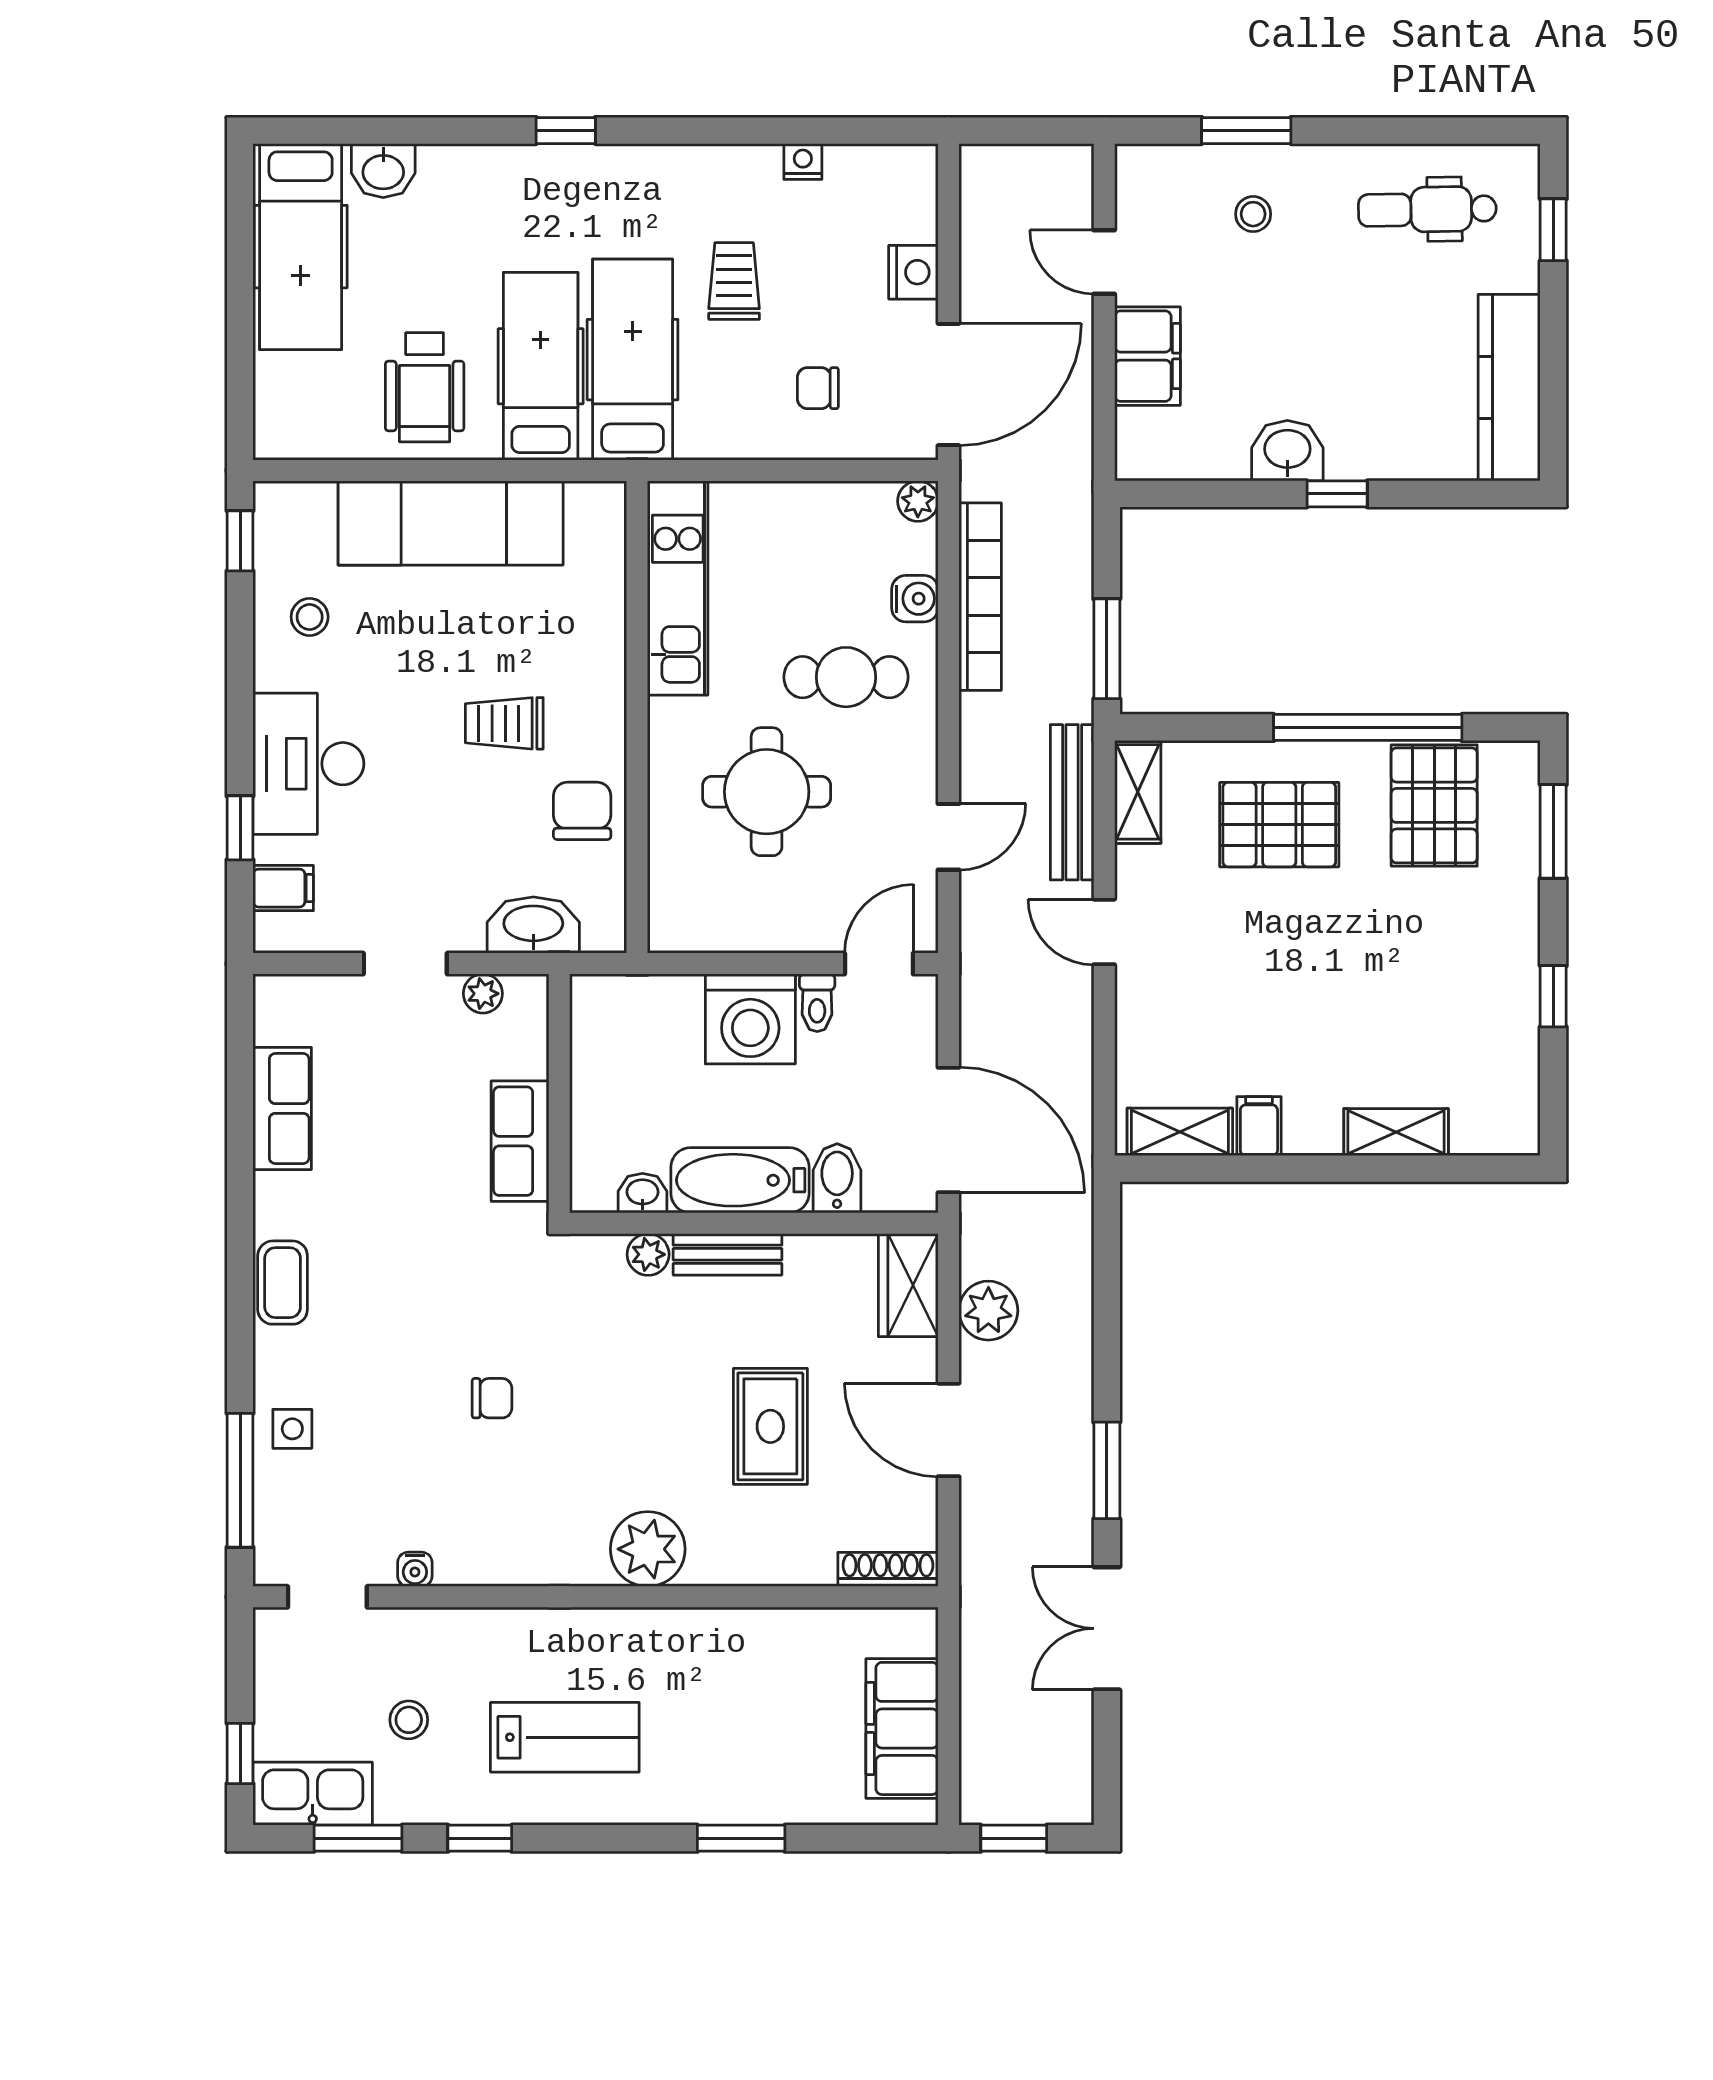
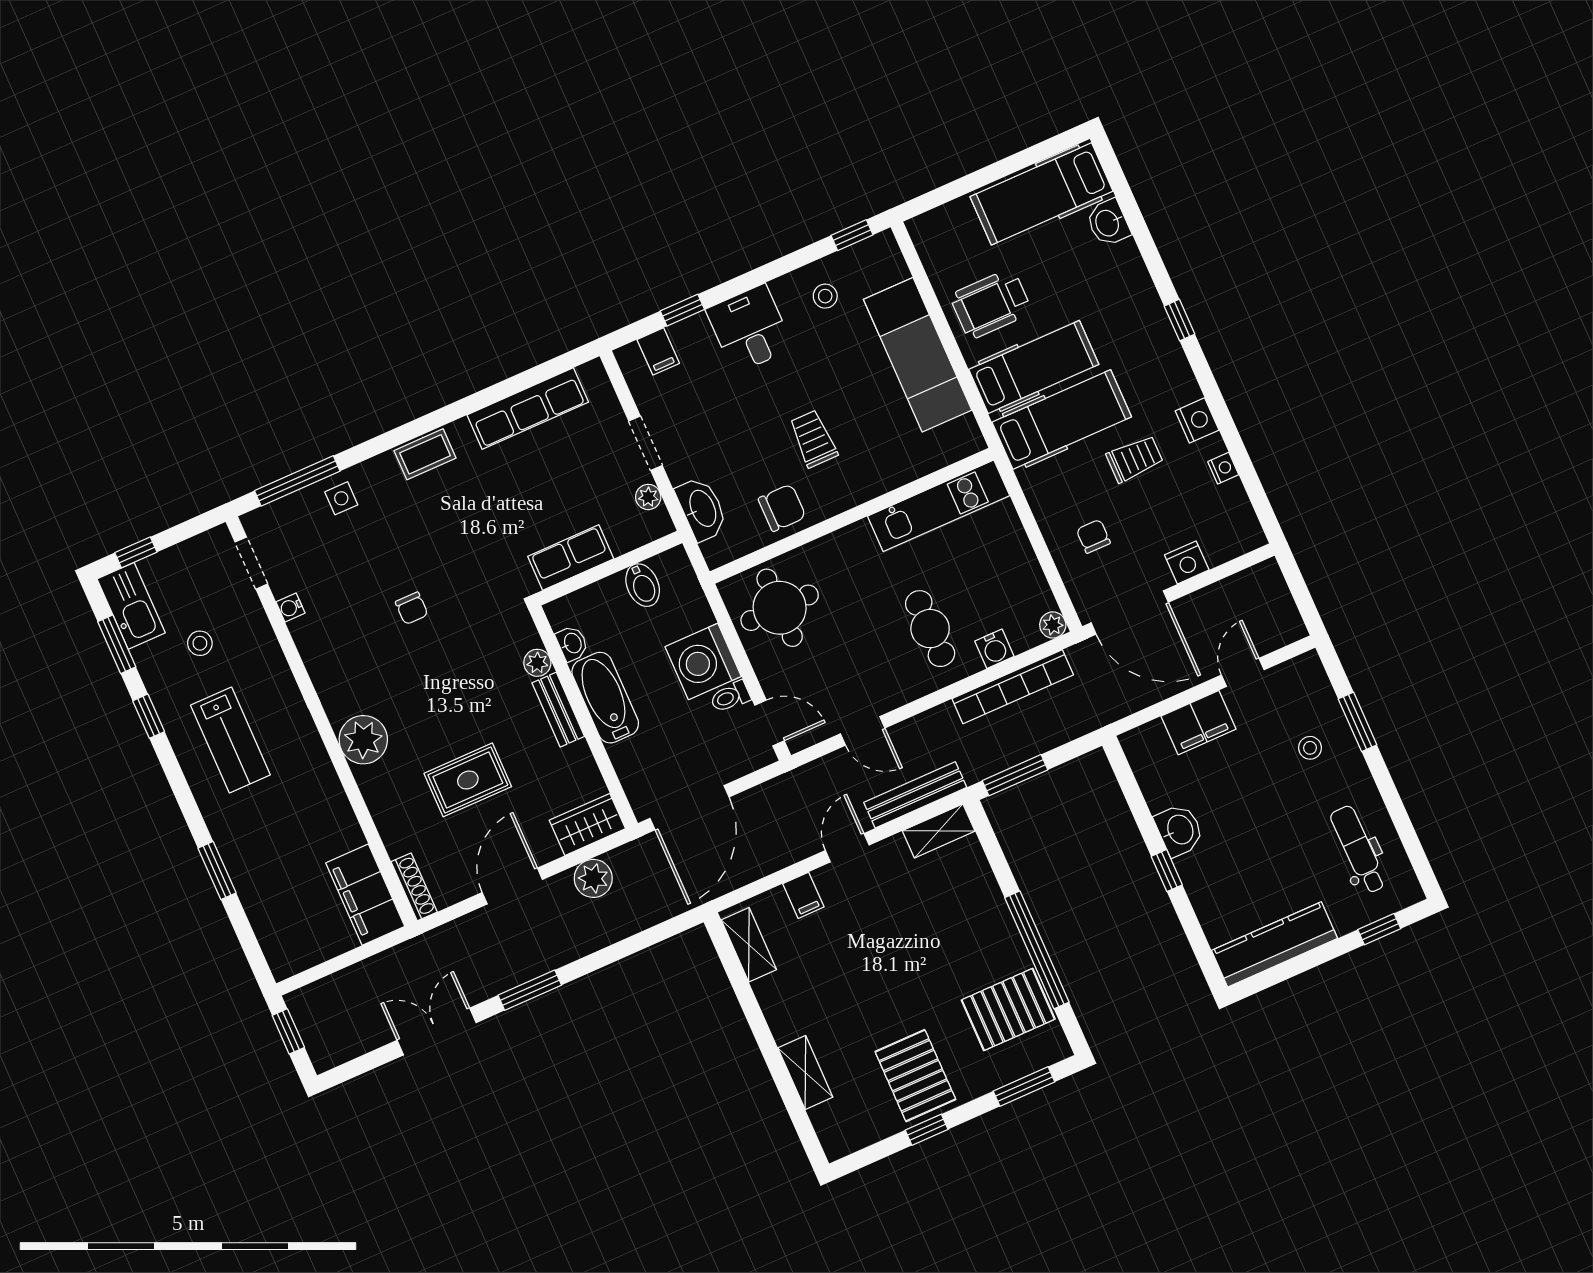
nightstand: (719, 169) -> (1197, 420), added
desk: (308, 764) -> (750, 329), width x0.73
round table: (767, 792) -> (780, 608), moved
pallet: (1279, 825) -> (915, 1076), moved
row of seats: (282, 1109) -> (528, 409), width x1.48
filing cabinet: (1259, 1126) -> (803, 895), moved, turned 90
bidet: (837, 1178) -> (643, 585), moved, turned 90
filing cabinet: (902, 1728) -> (365, 895), moved, turned -90

